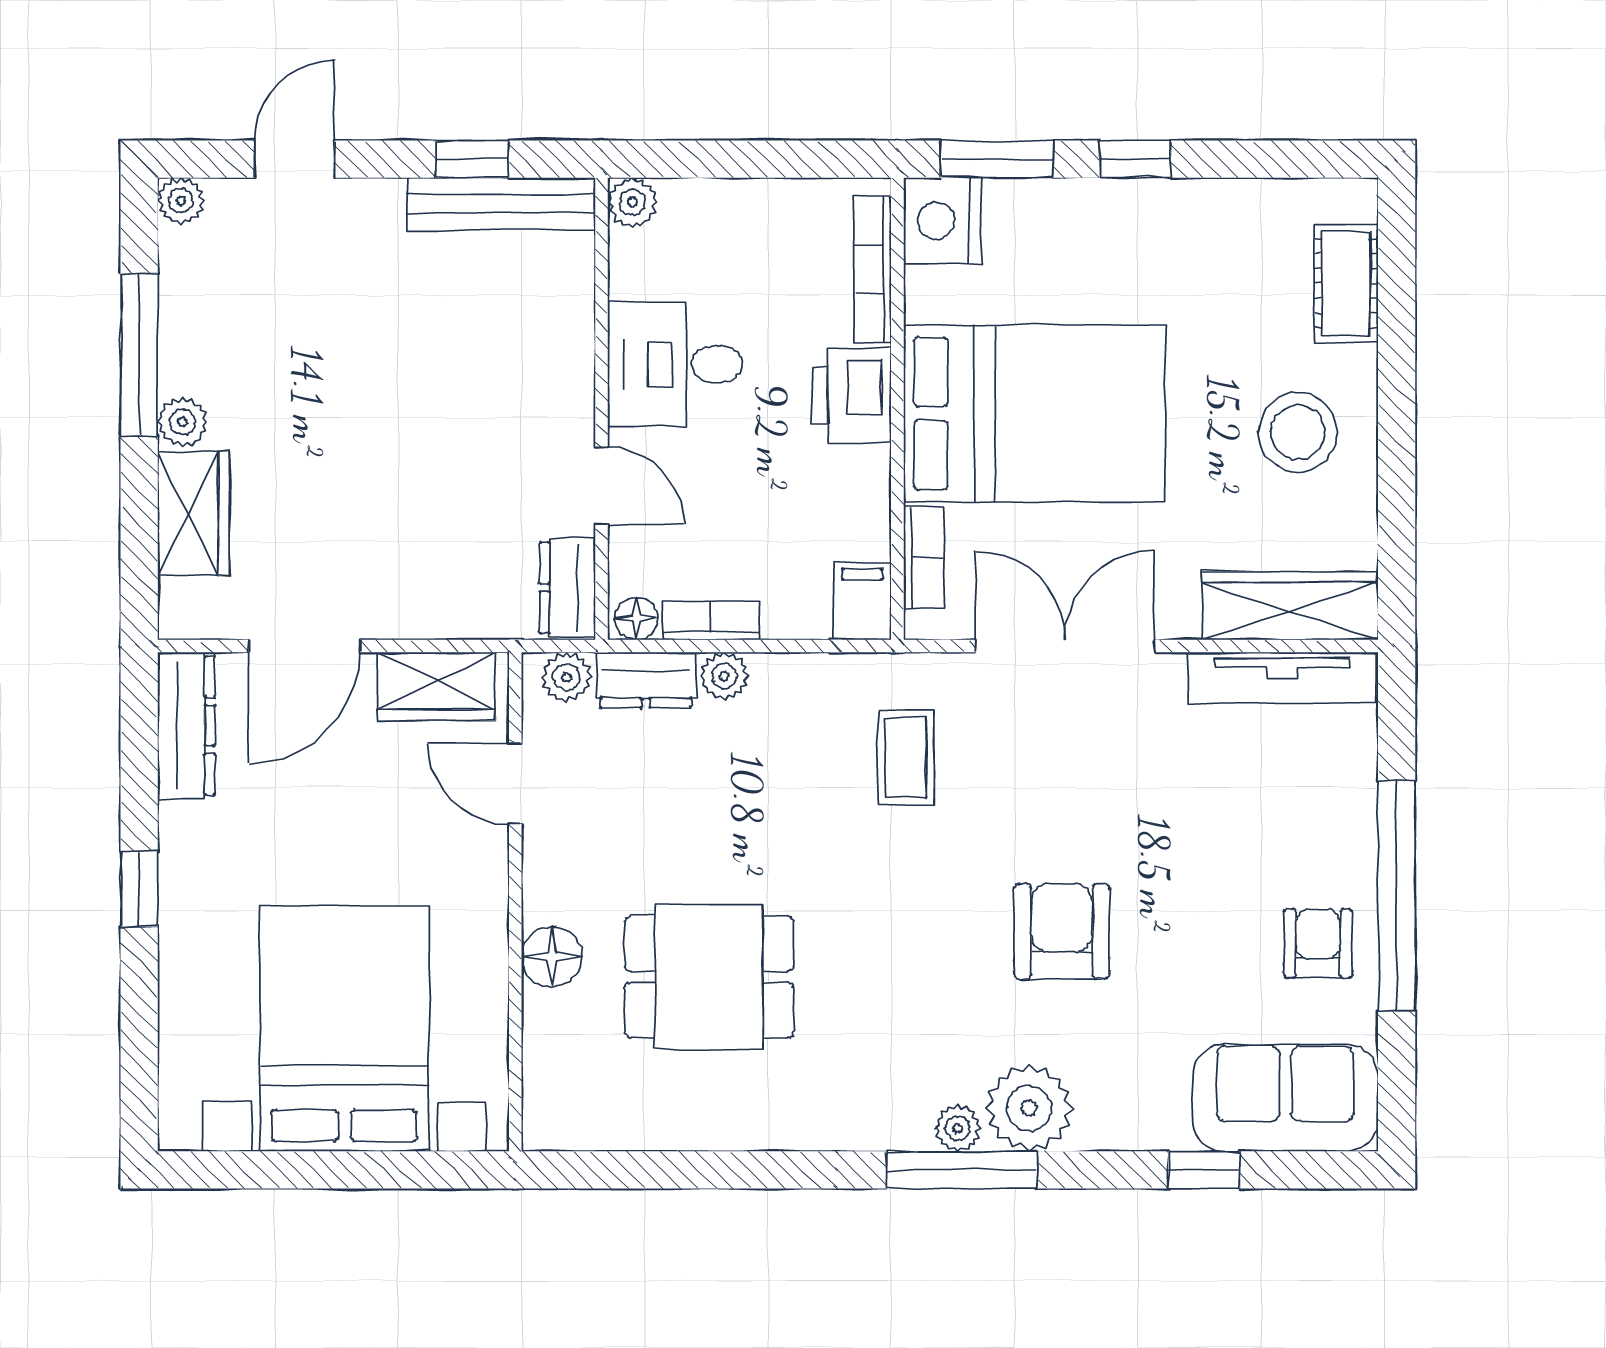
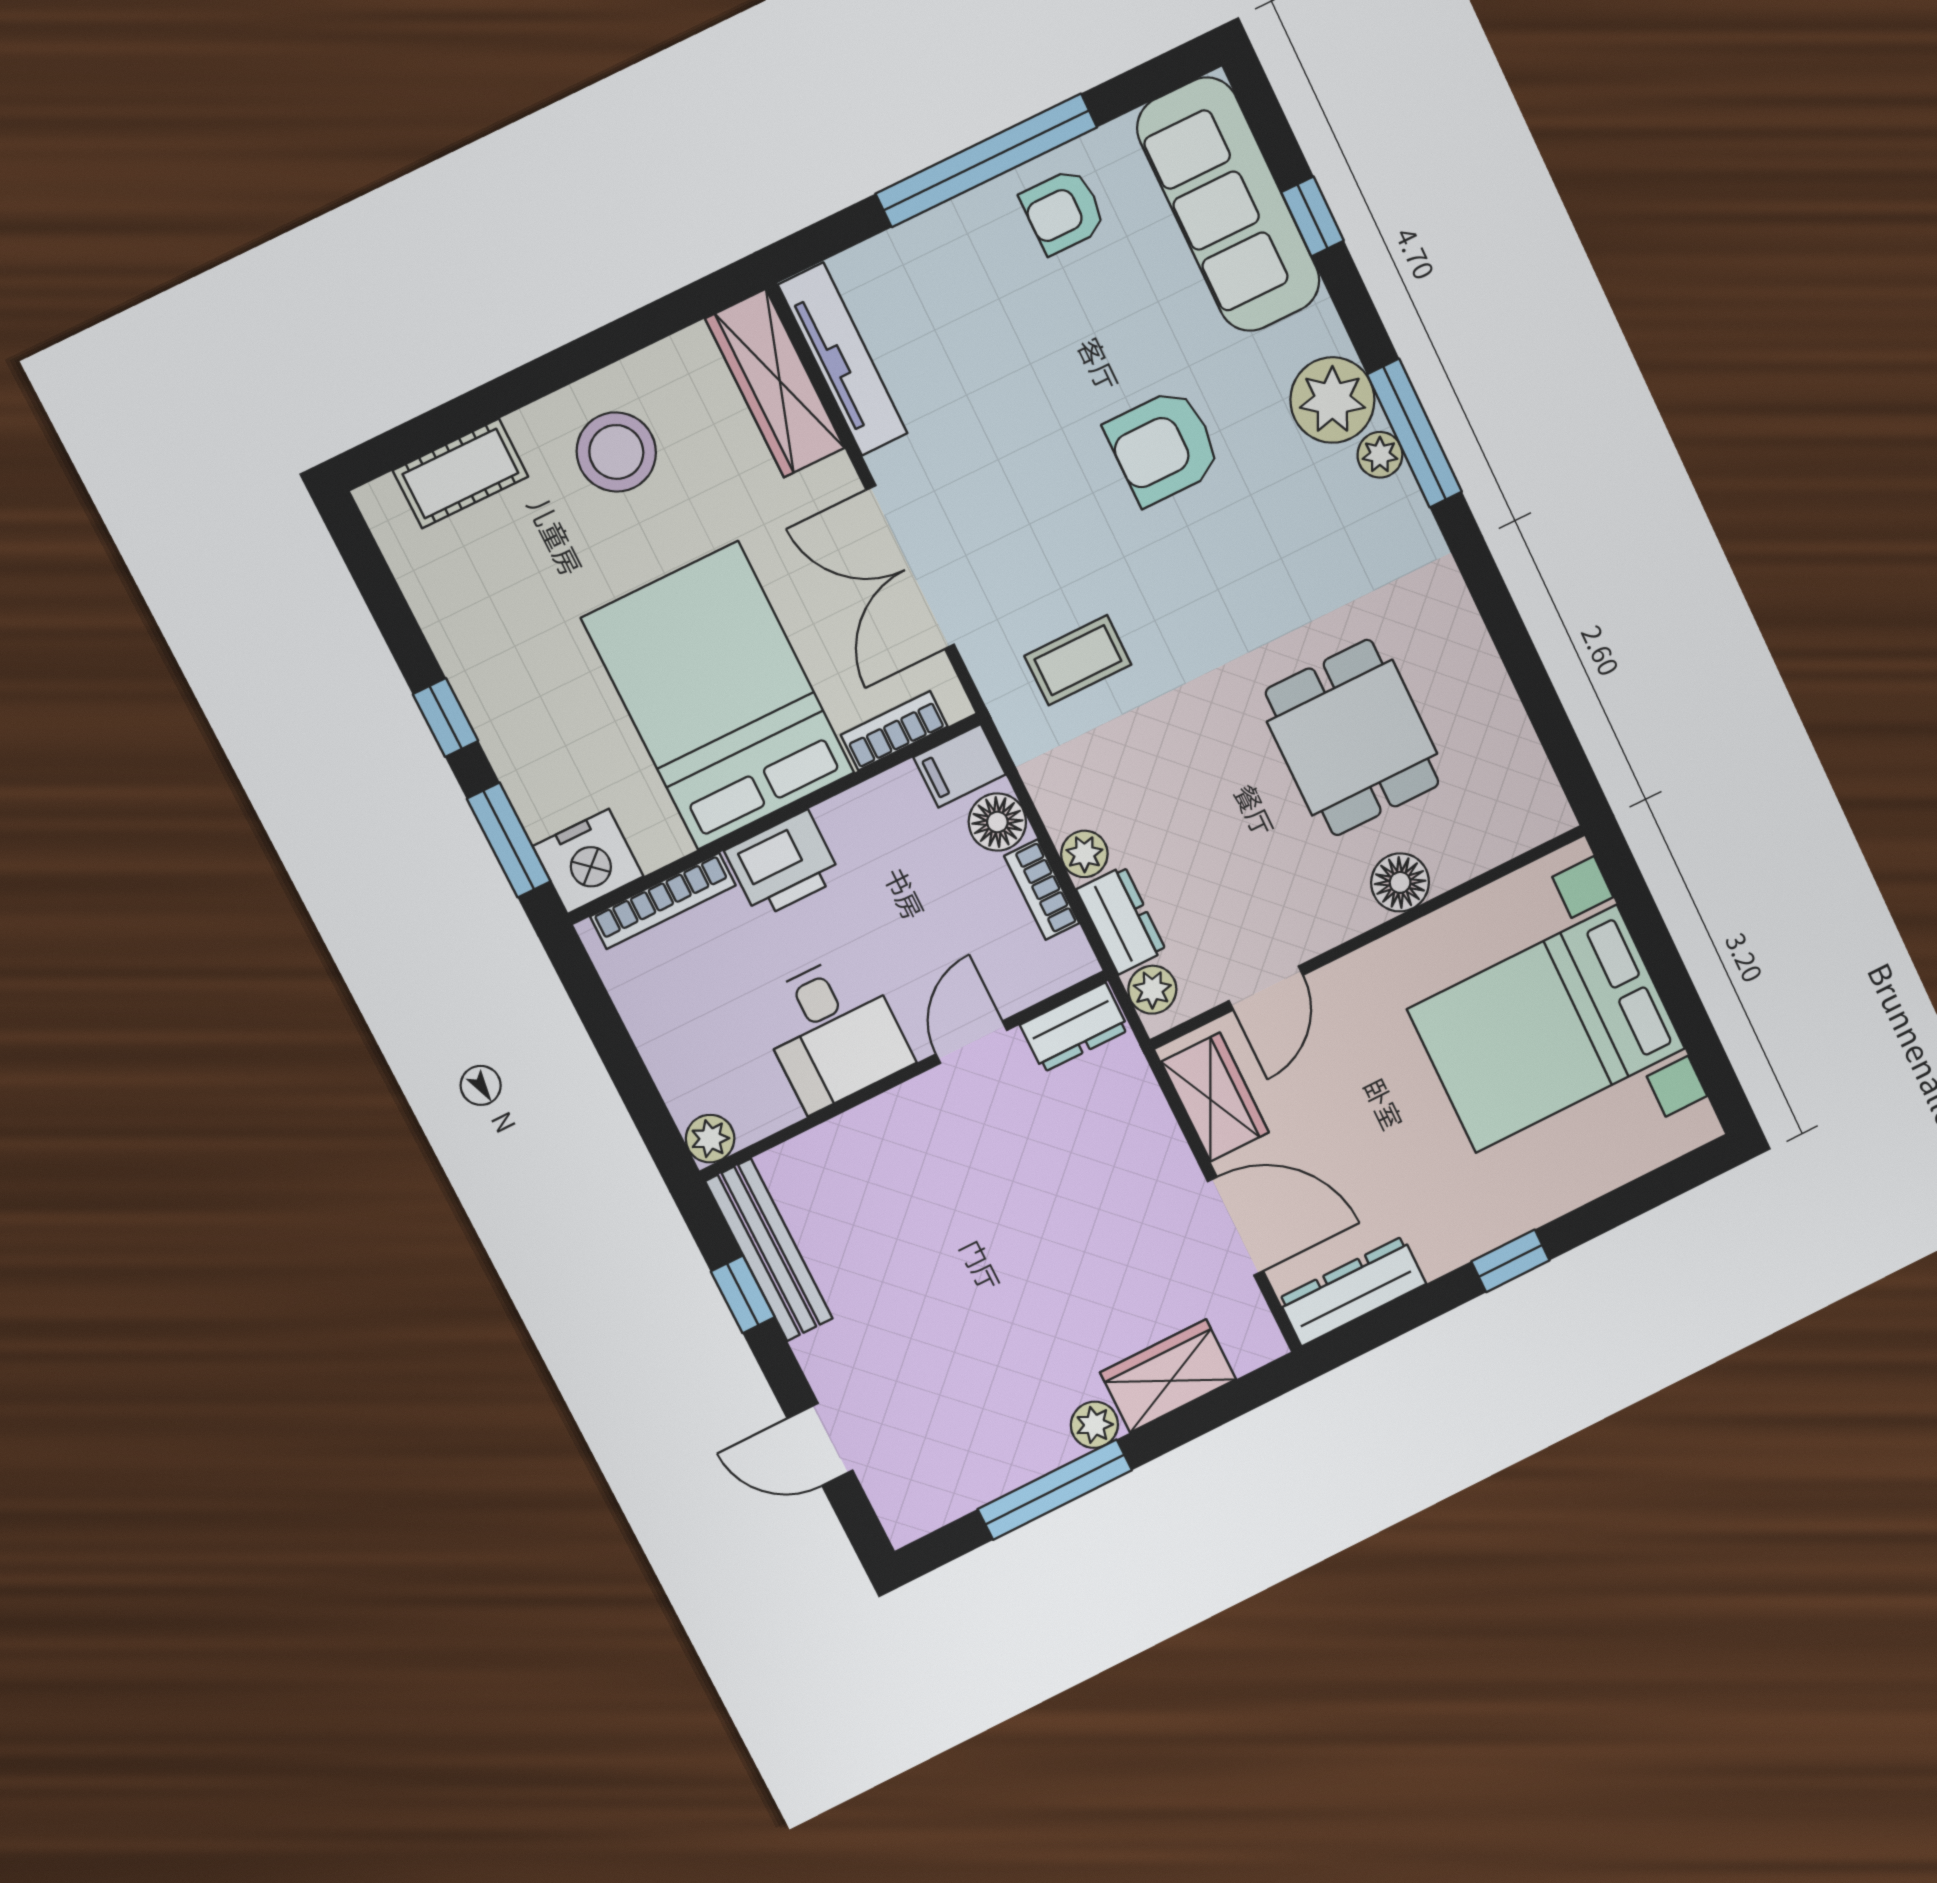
plant: (181, 201) -> (905, 1521), removed
floor lamp: (636, 618) -> (997, 822), moved, width x1.37, depth x1.37
sofa: (1285, 1098) -> (1229, 205), width x1.36

